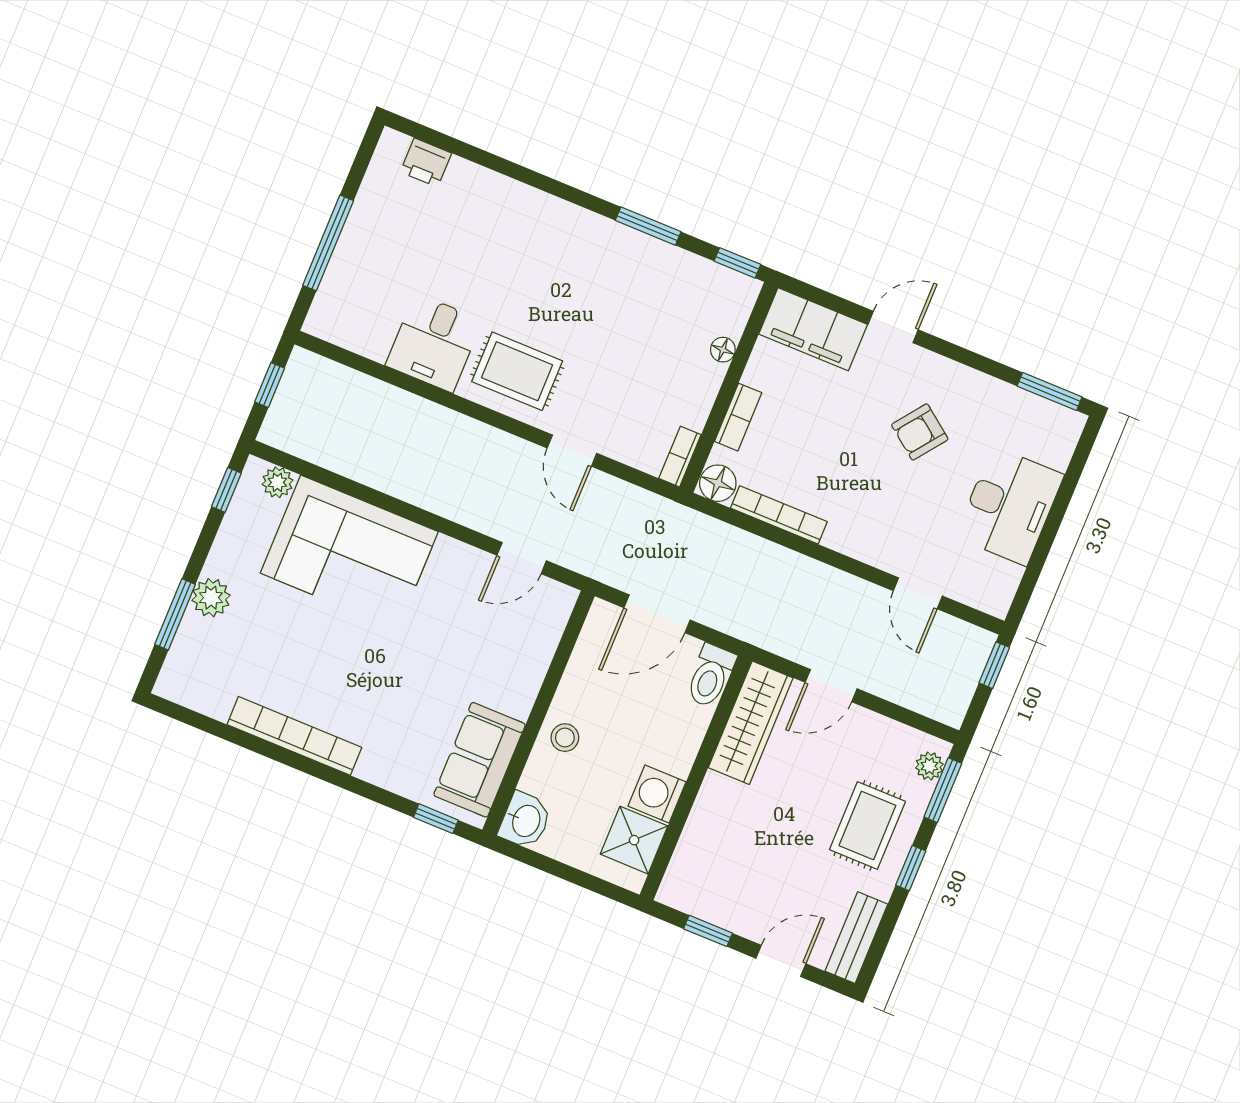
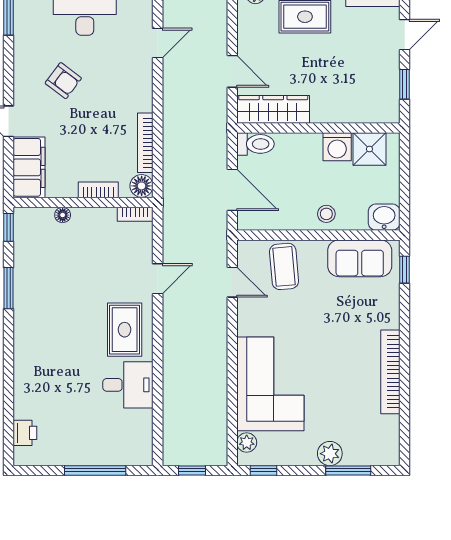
coffee table: (513, 644) -> (284, 266), added
door: (781, 961) -> (405, 35), swing flipped

